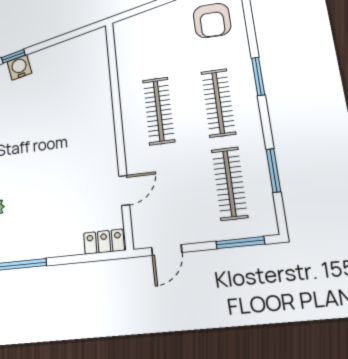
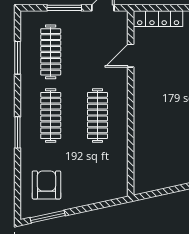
locker: (104, 242) -> (158, 19), width x1.53
window: (240, 243) -> (64, 8), moved

